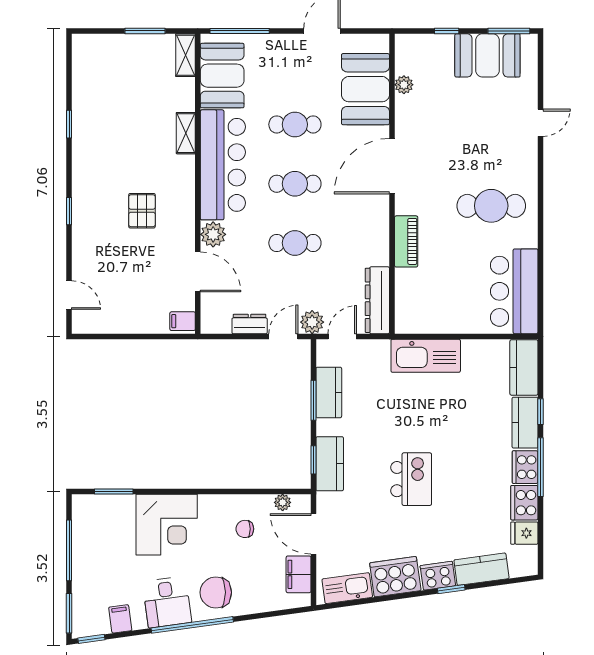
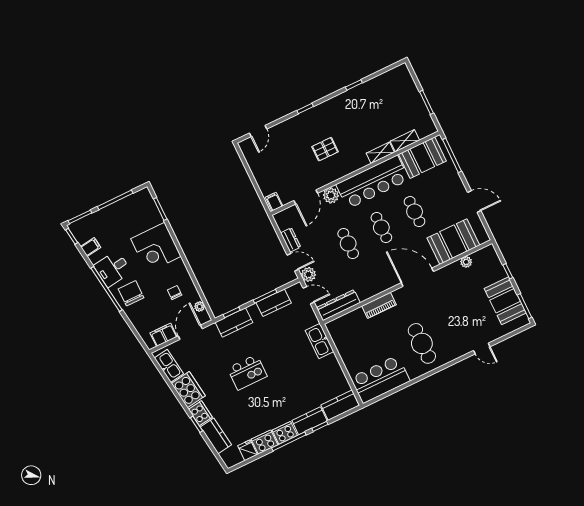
shelving: (185, 55) -> (405, 141), moved
kitchen sink: (426, 356) -> (320, 341), width x0.73, depth x0.81

